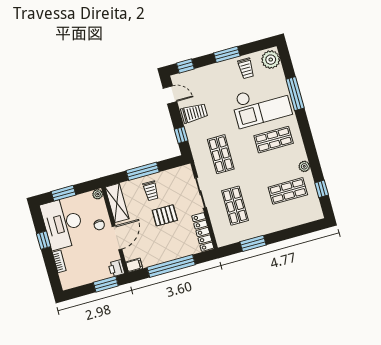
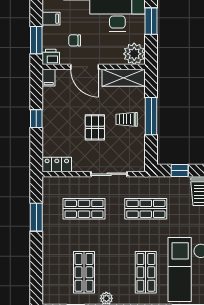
plant: (98, 194) -> (134, 54), width x1.87, depth x1.87
chair: (99, 225) -> (75, 40), moved
locker: (203, 232) -> (57, 165), width x0.66
window: (171, 266) -> (36, 119), width x0.32
filing cabinet: (85, 277) -> (51, 19), added

